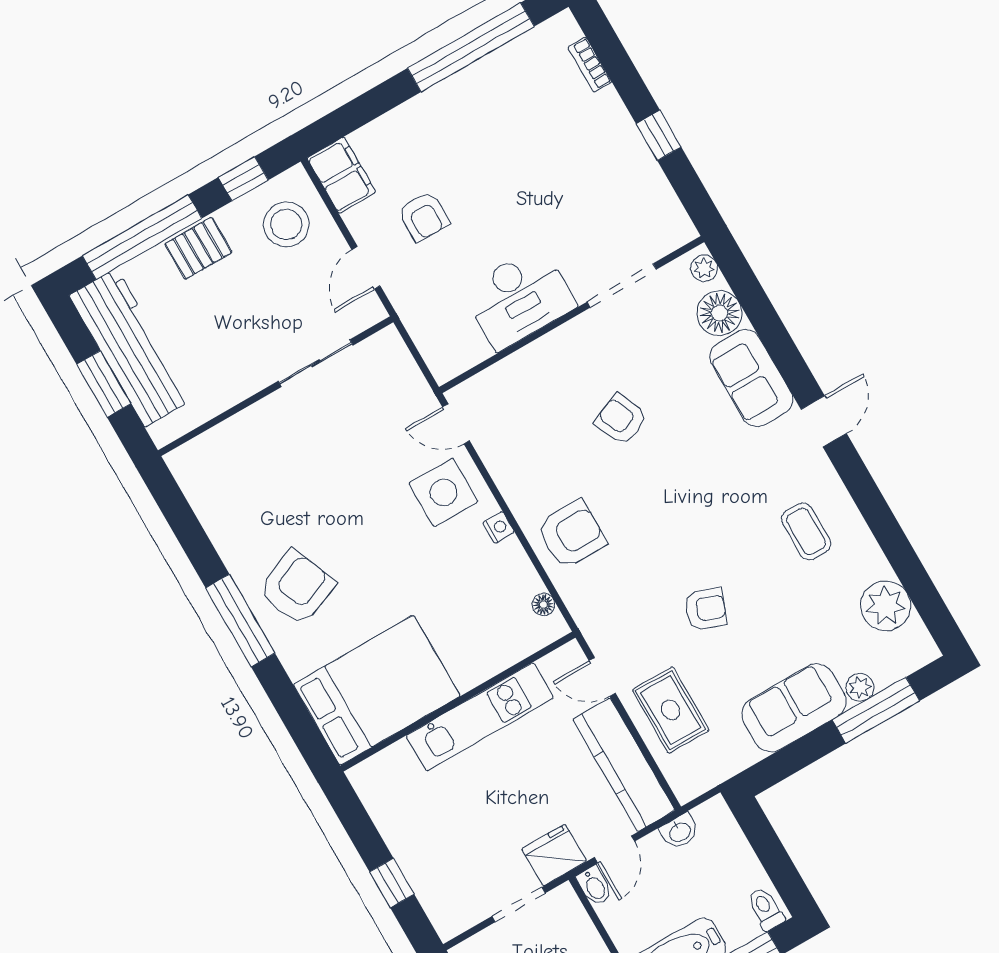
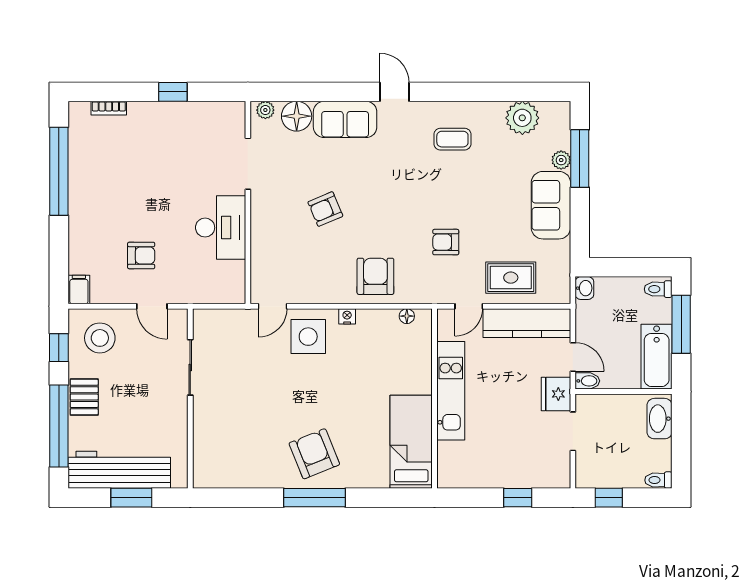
filing cabinet: (341, 175) -> (79, 290), width x0.50
armchair: (705, 609) -> (446, 242), moved, turned -110
bed: (377, 690) -> (411, 442), width x0.67
washbasin: (680, 832) -> (584, 288), moved

